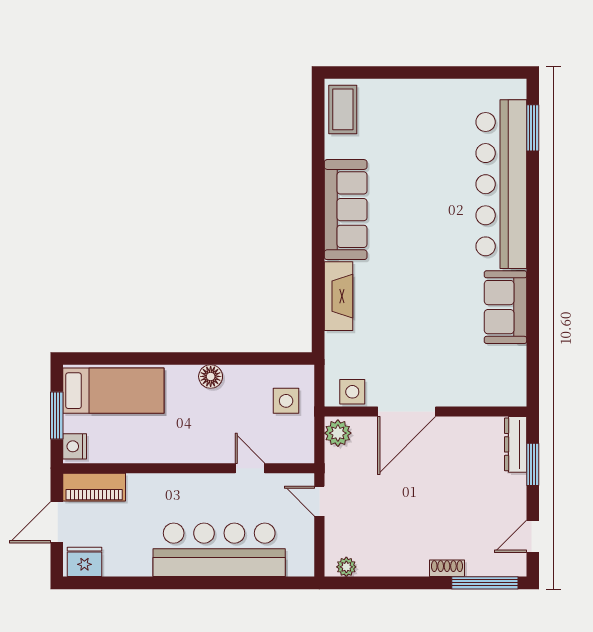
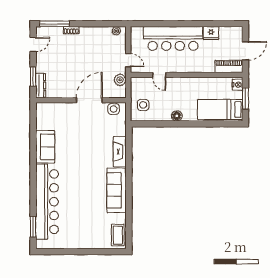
plant: (338, 433) -> (120, 80), moved
fridge: (84, 562) -> (211, 33), moved

